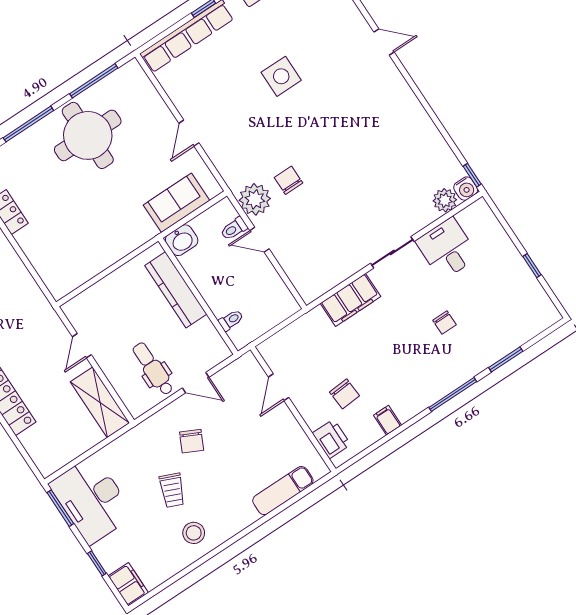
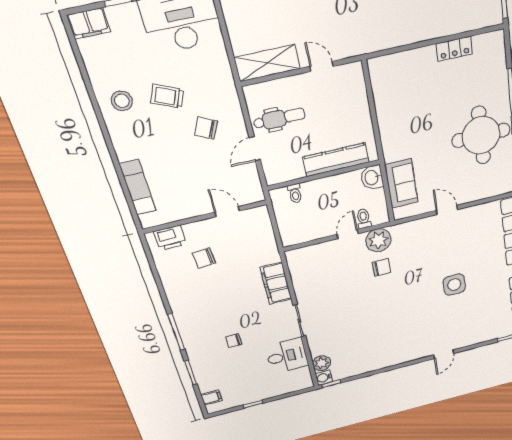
filing cabinet: (387, 420) -> (211, 398), moved

